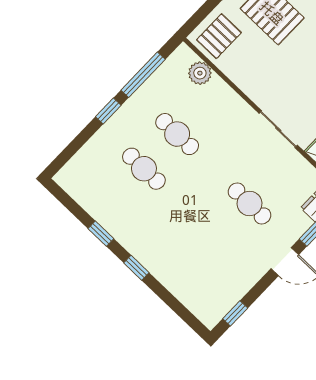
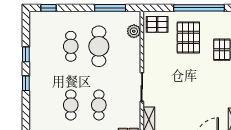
window: (108, 111) -> (49, 8), moved
cafe table: (177, 134) -> (99, 46), width x1.37, depth x1.35
cafe table: (216, 238) -> (71, 105), added

